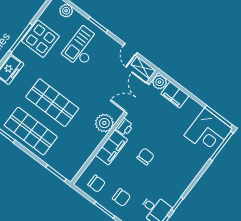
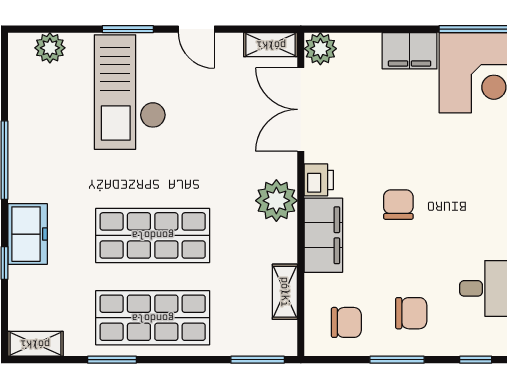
display table: (41, 39) -> (42, 135), removed
checkout: (82, 47) -> (130, 92), width x1.36, depth x1.21
door: (130, 49) -> (196, 29), moved
filing cabinet: (175, 95) -> (410, 51), moved
shelving: (83, 157) -> (285, 292), added

